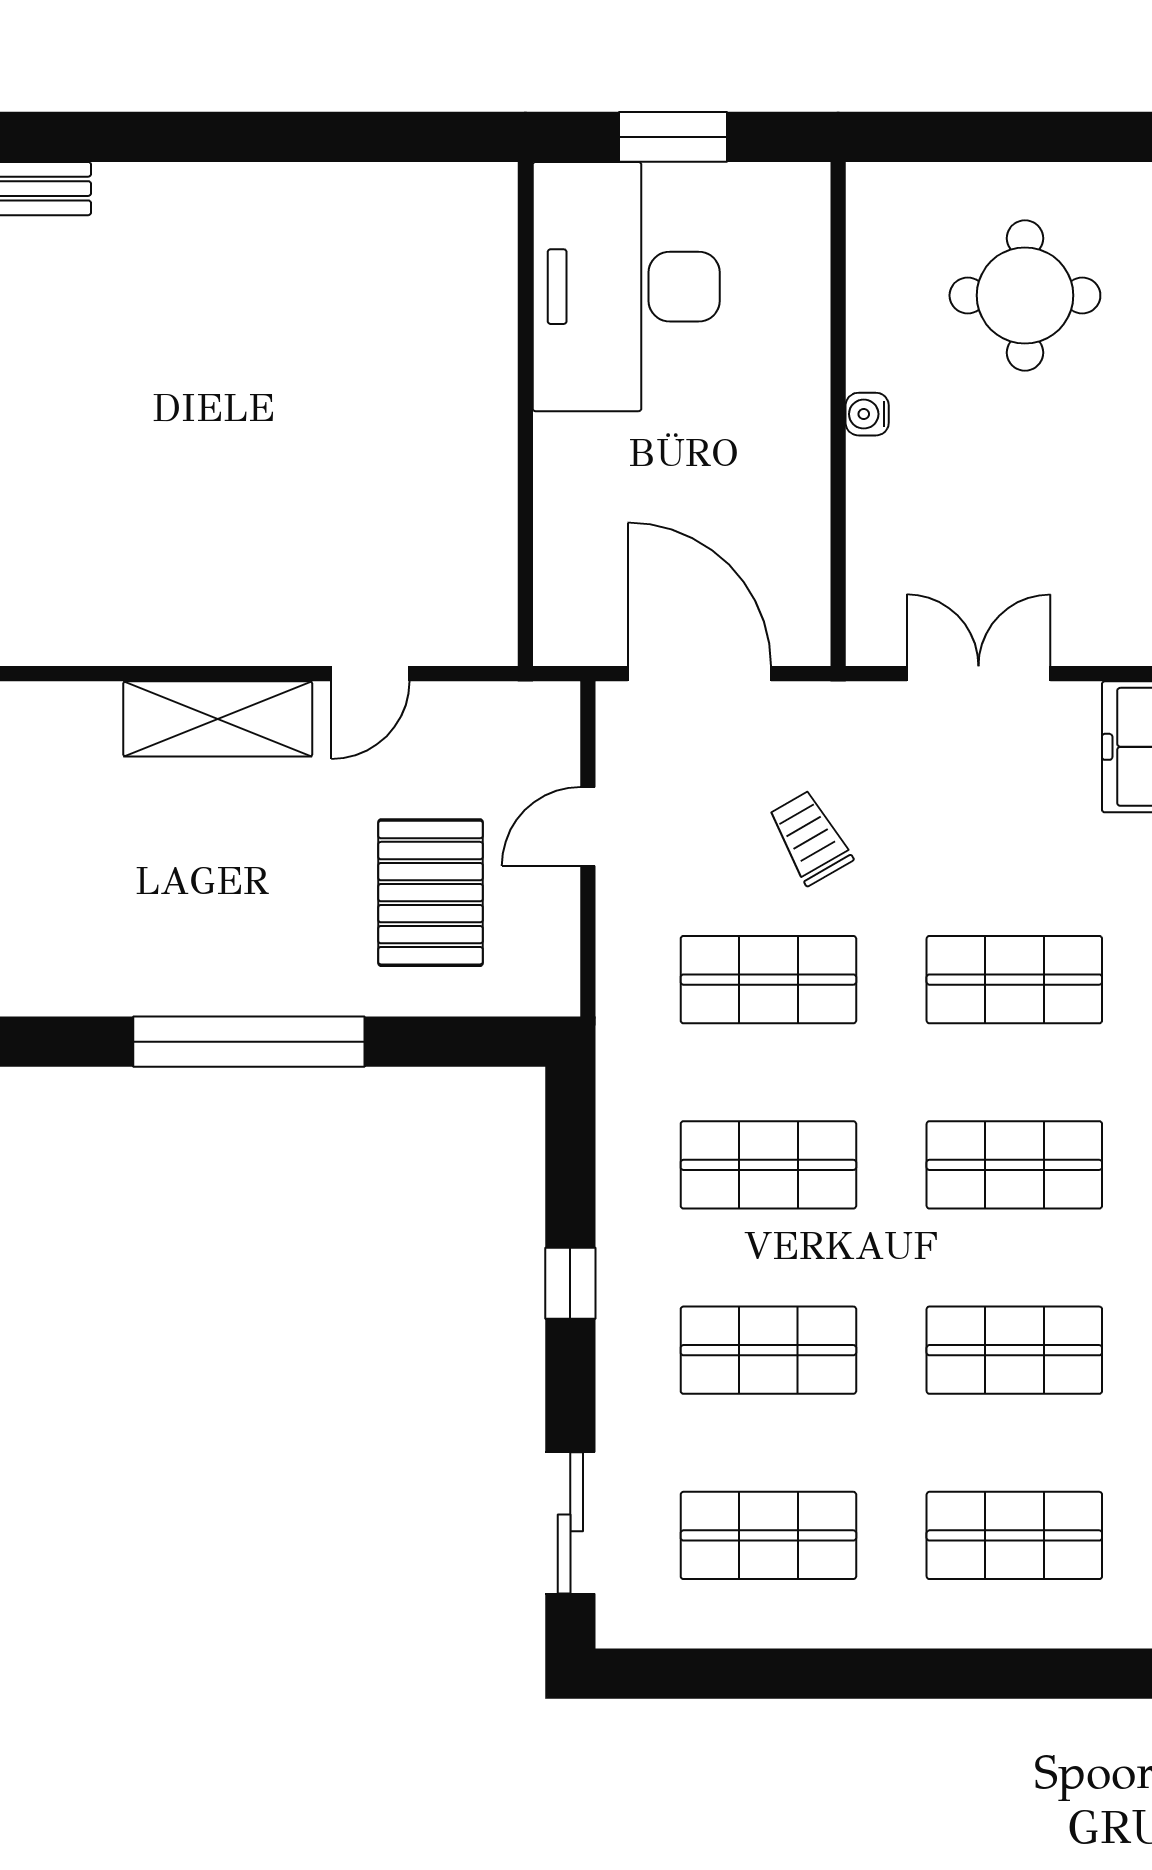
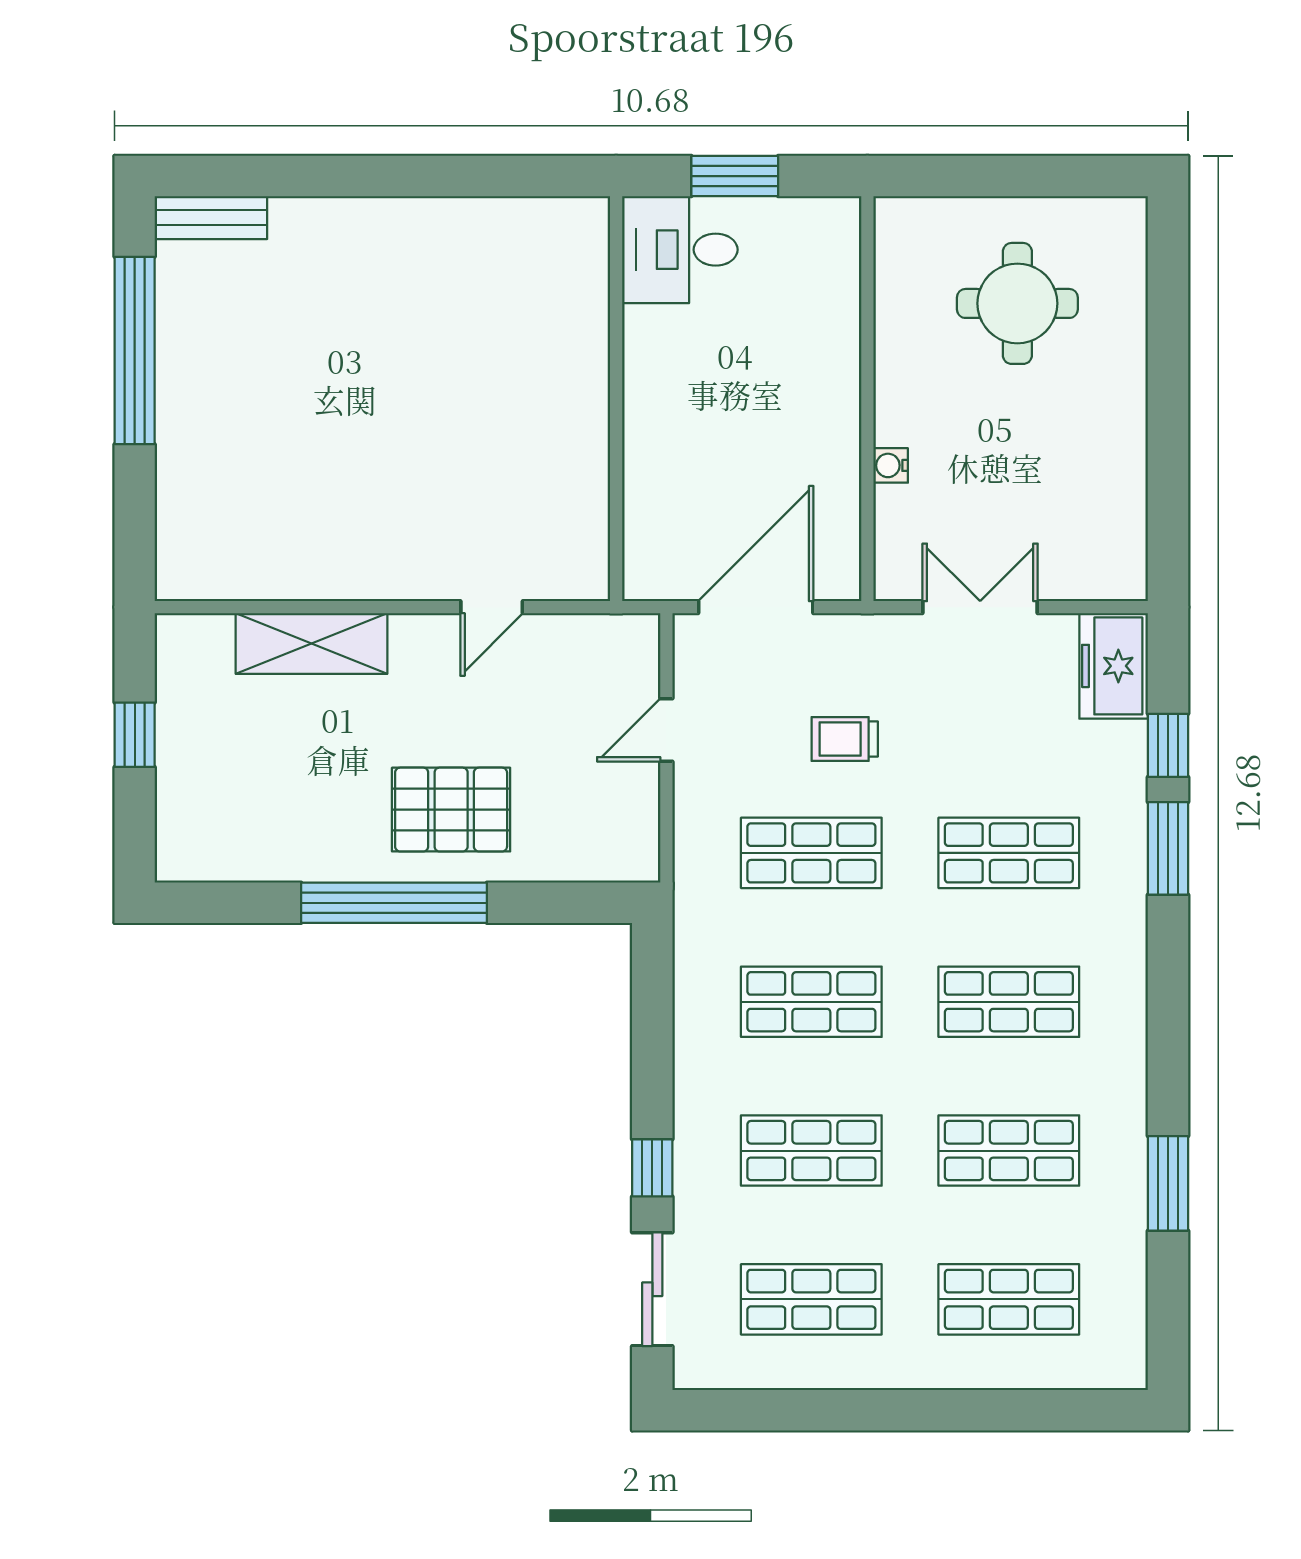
desk: (626, 287) -> (680, 250), width x0.53, depth x0.77
water cooler: (867, 414) -> (891, 465), moved
door: (699, 674) -> (756, 607), hinge flipped
shelving: (218, 719) -> (312, 644), moved
trolley: (810, 838) -> (845, 739), turned -60
pallet: (431, 893) -> (451, 810), moved, turned 90
window: (570, 1283) -> (652, 1168), moved

